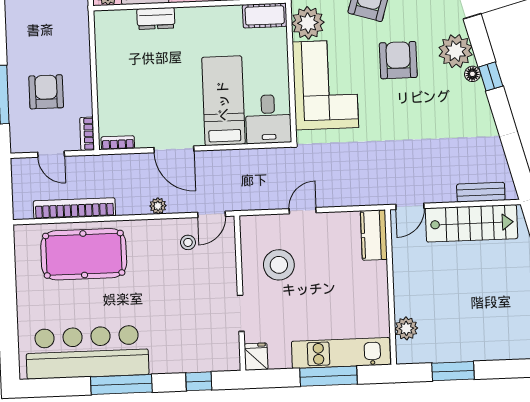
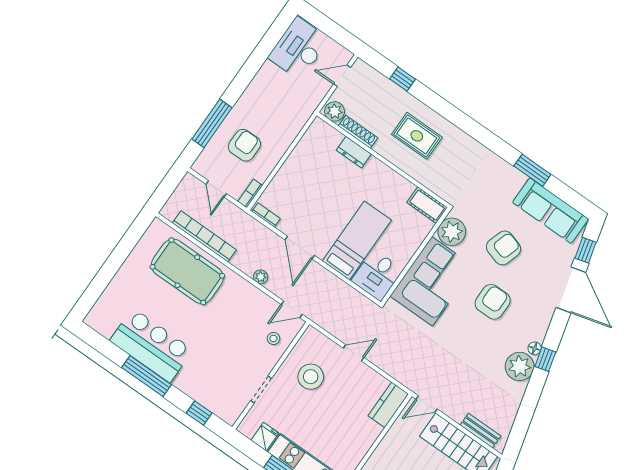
plant: (456, 51) -> (520, 366), moved
stool: (188, 242) -> (273, 338), moved
bar counter: (87, 352) -> (151, 345), width x0.73
fridge: (256, 357) -> (265, 437), moved

